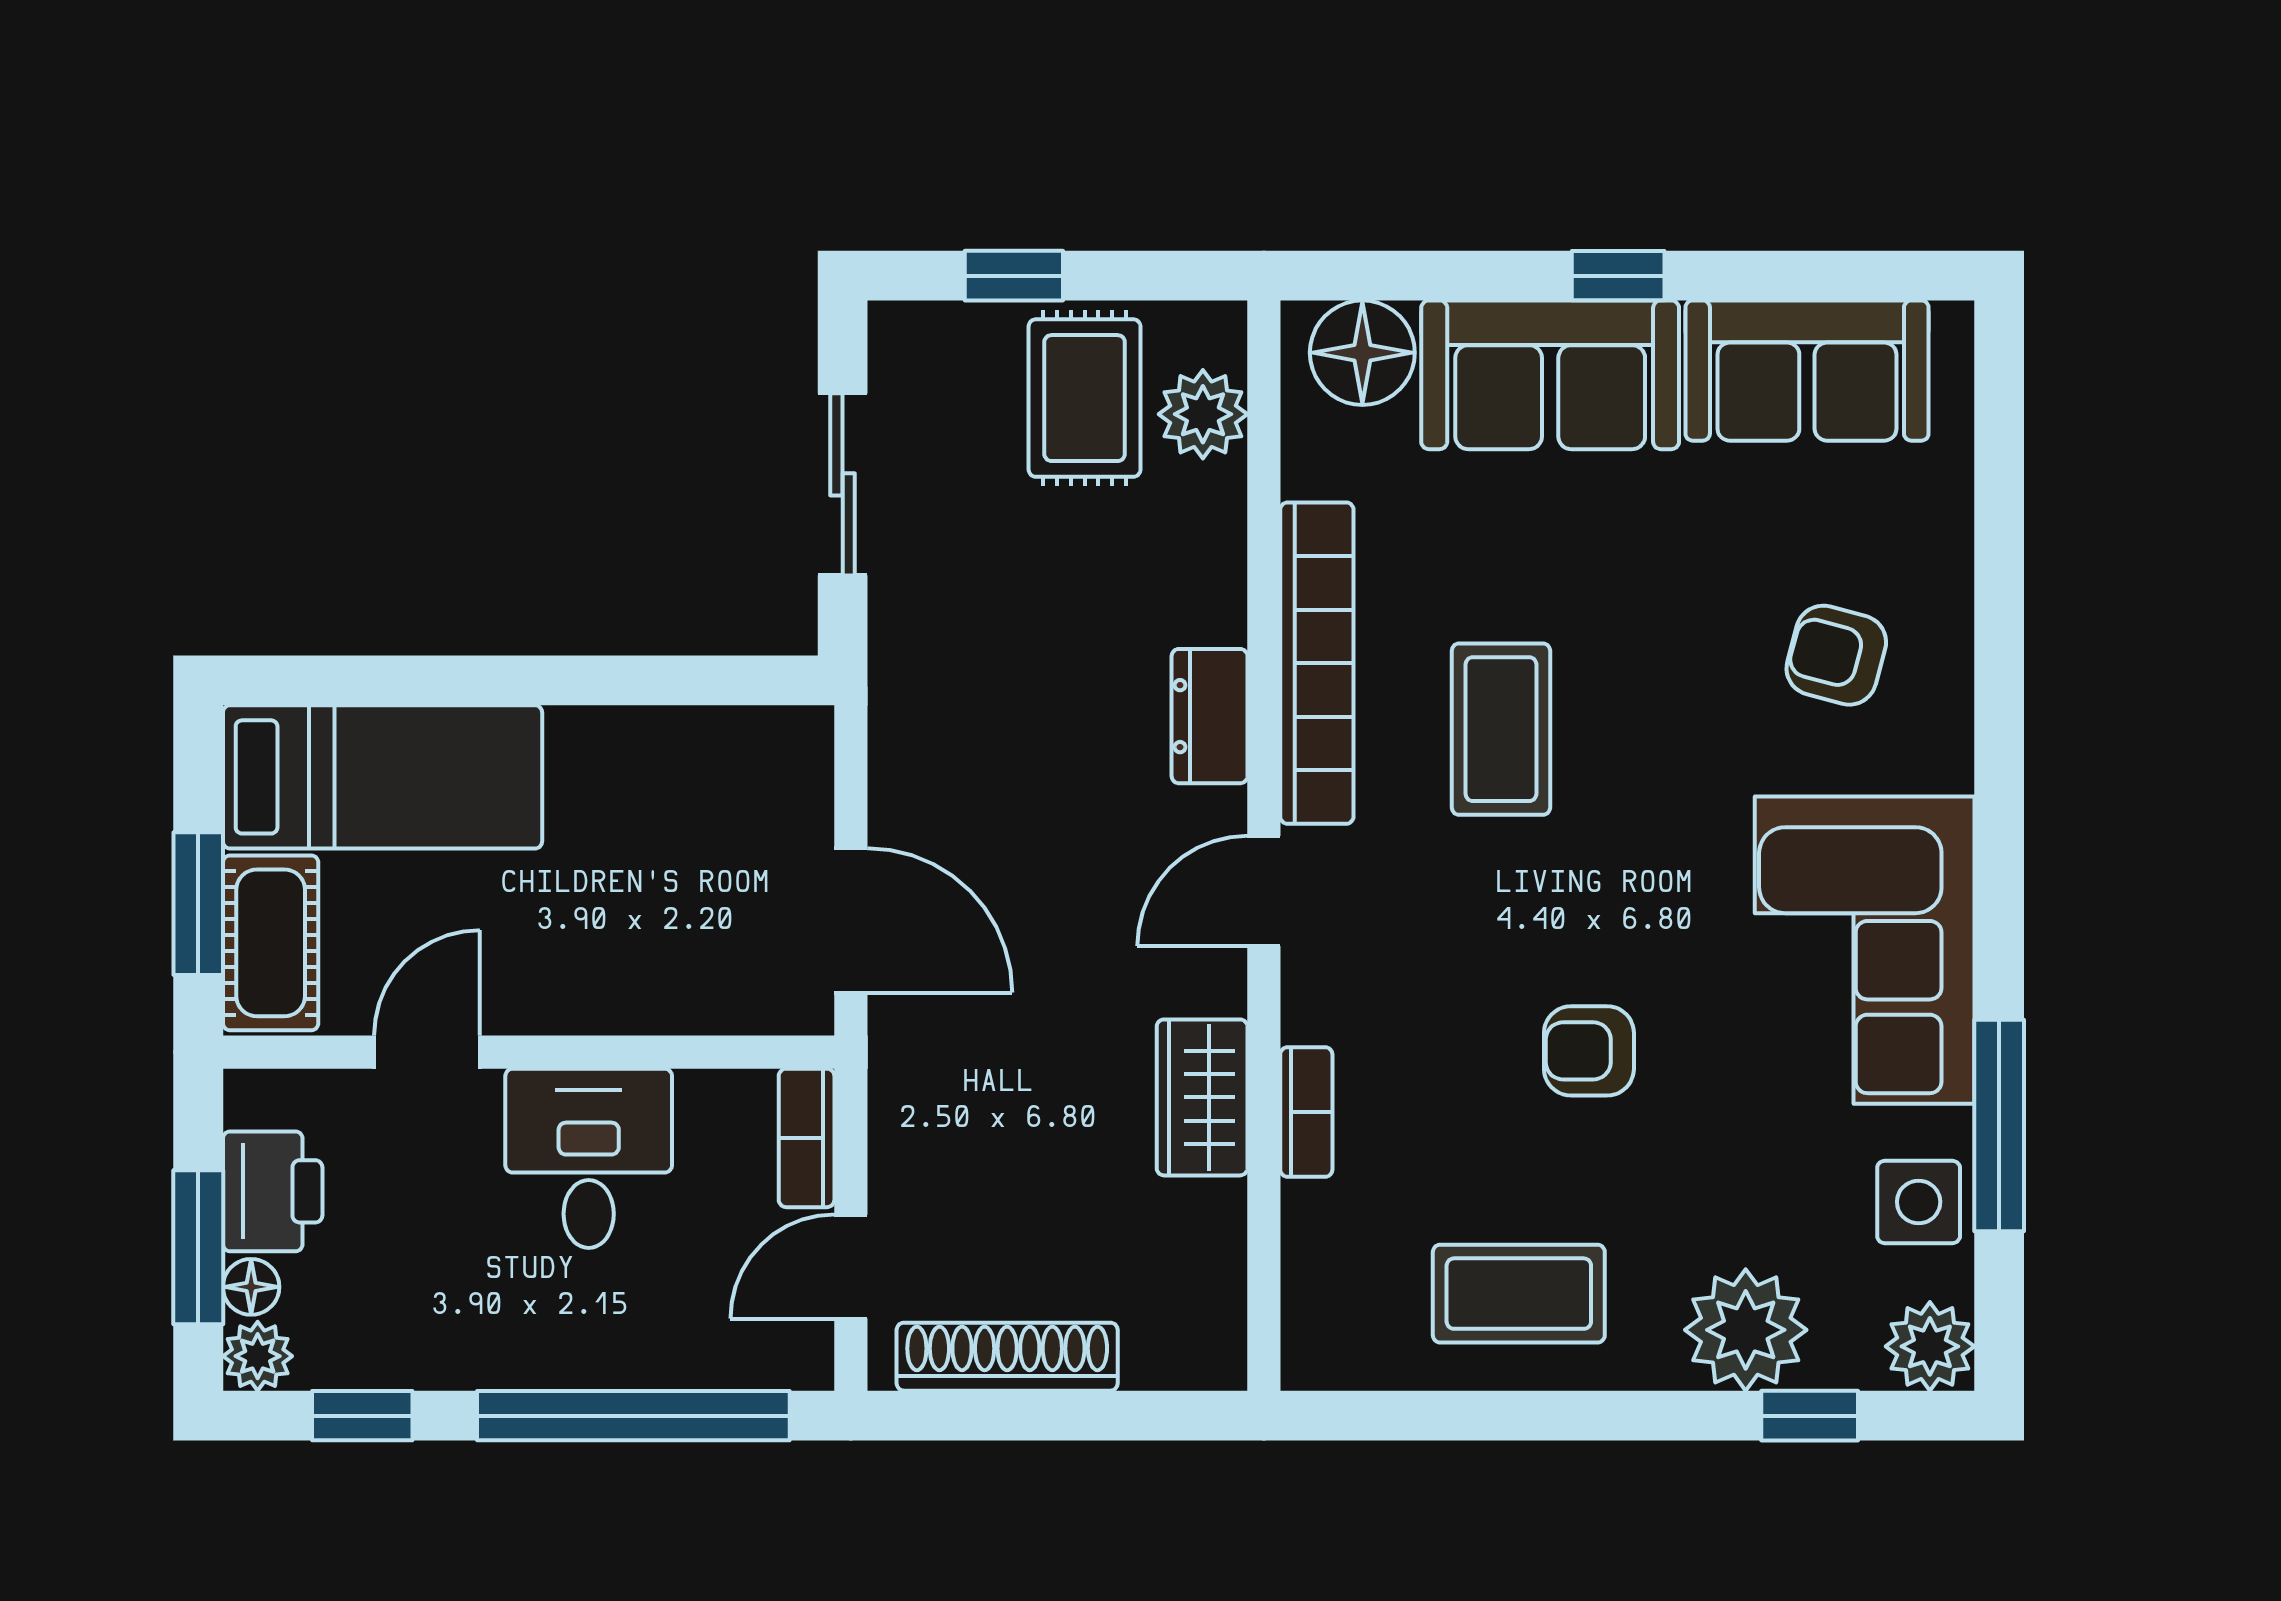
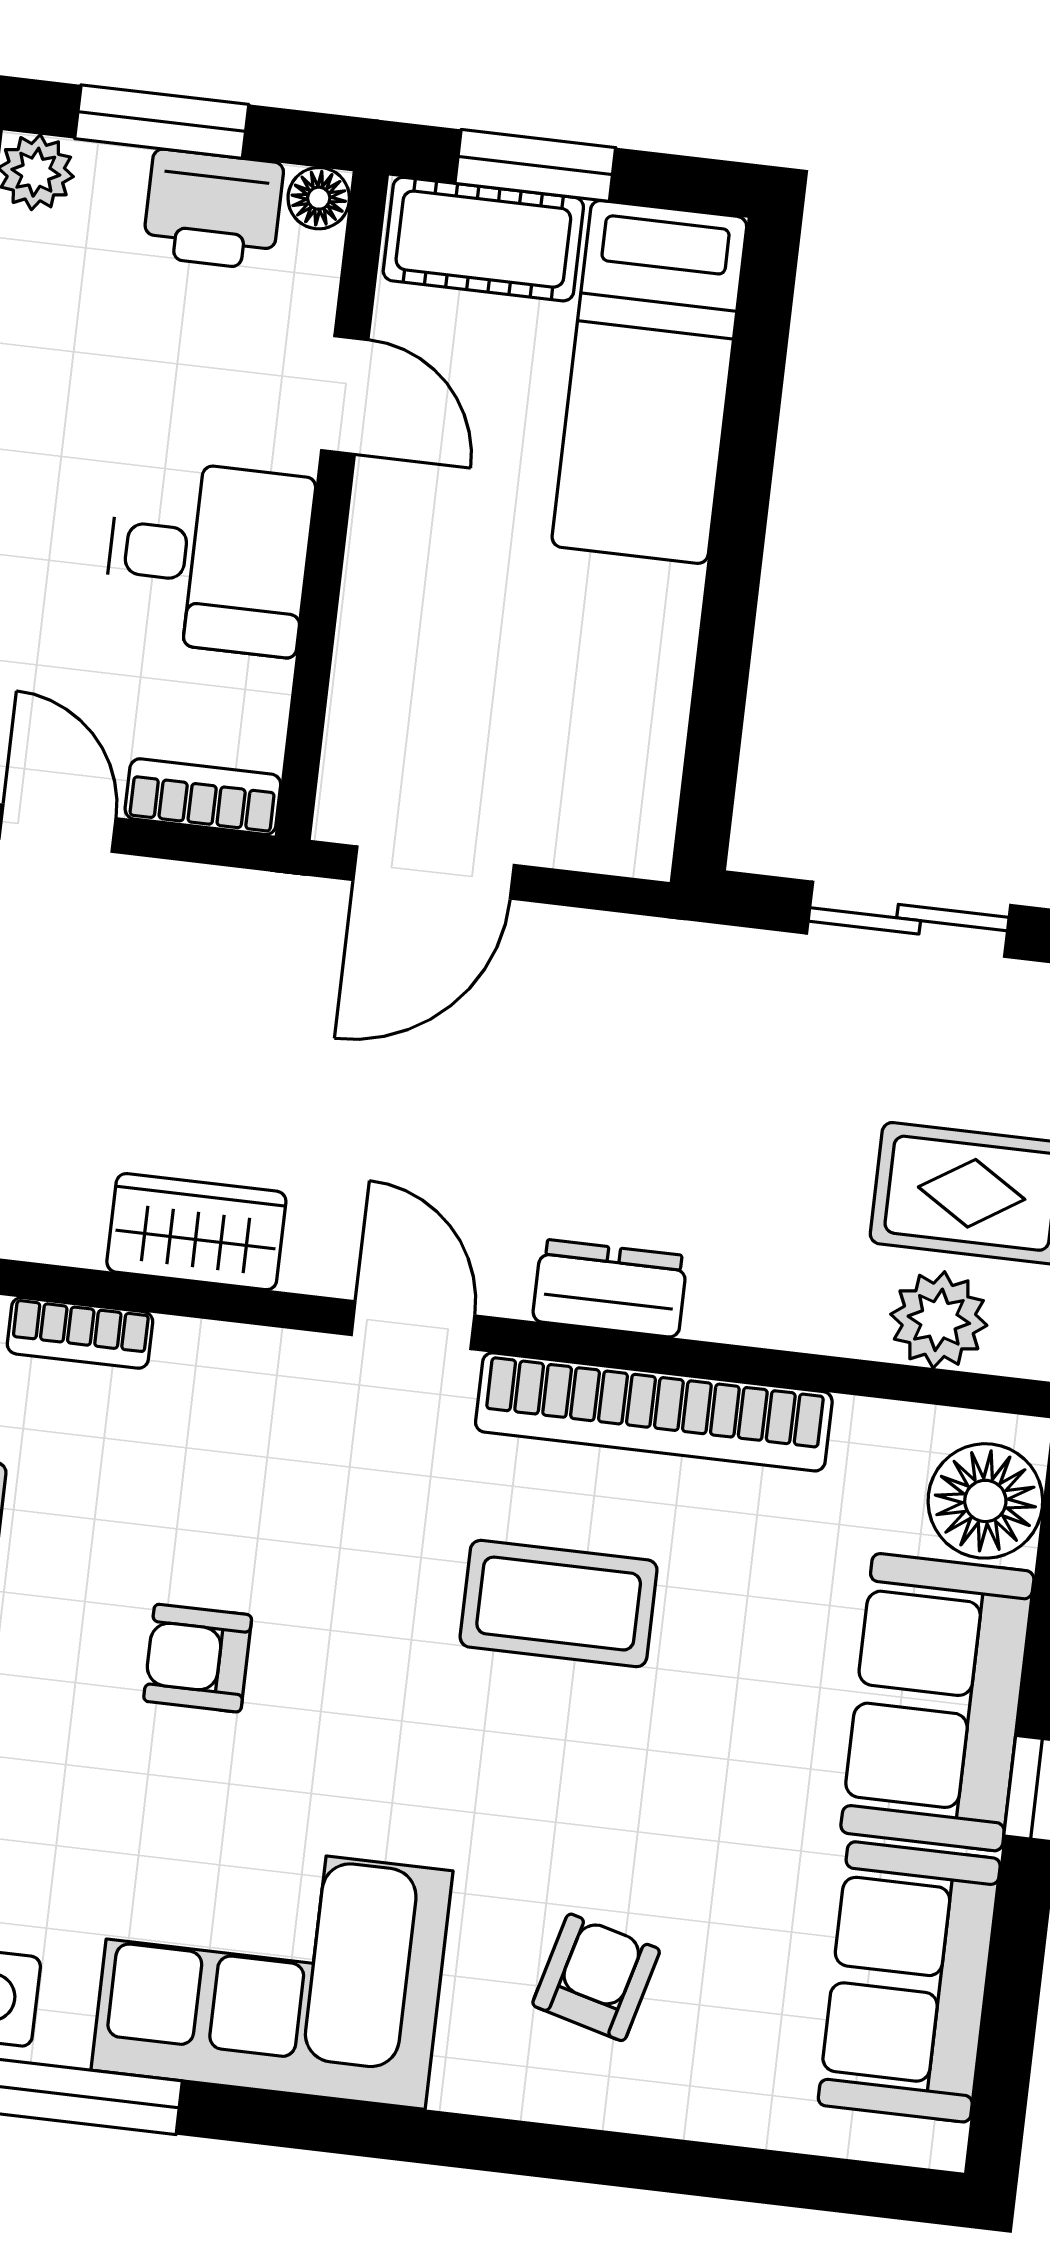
armchair: (1589, 1051) -> (198, 1658), turned -90
bookcase: (1306, 1112) -> (80, 1333), moved
floor lamp: (251, 1287) -> (319, 198), moved

